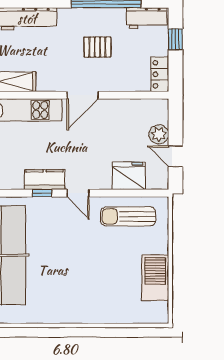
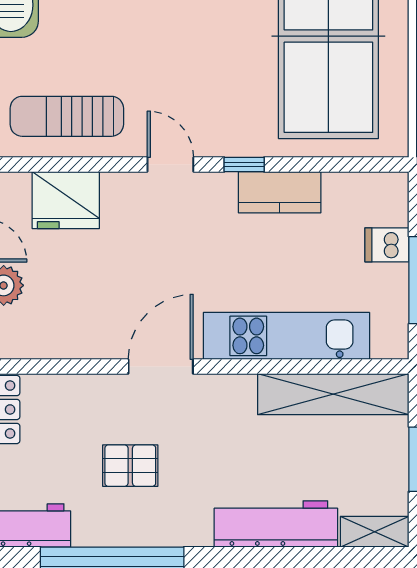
kitchen counter: (45, 180) -> (280, 192), moved
sun lounger: (128, 216) -> (67, 116), turned 180

